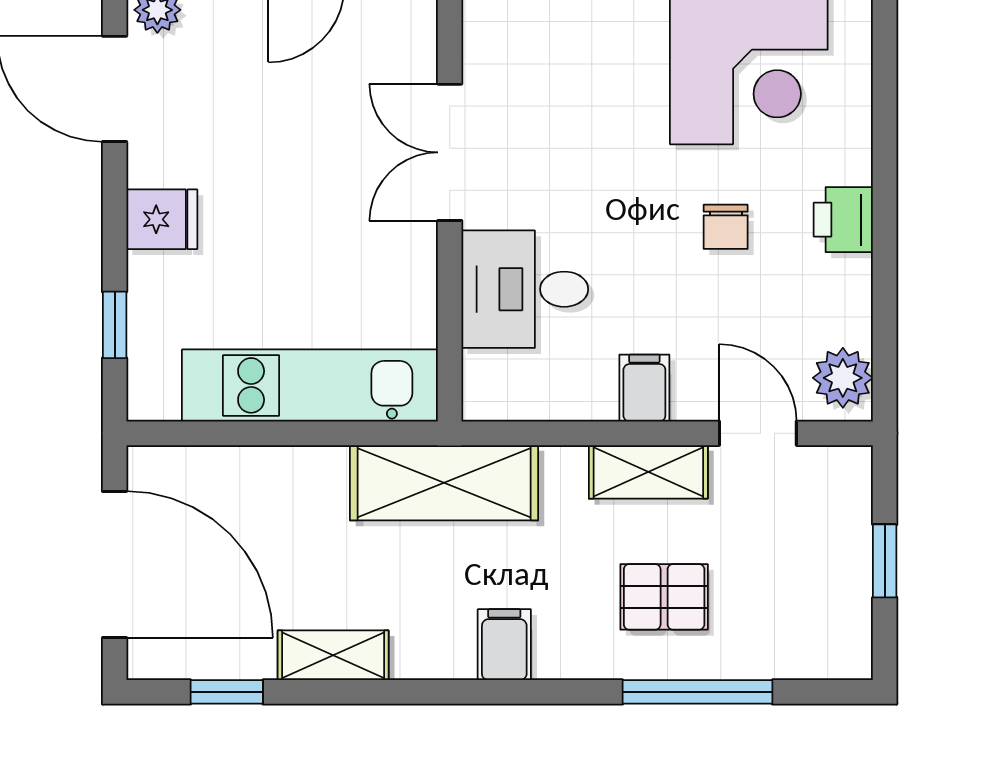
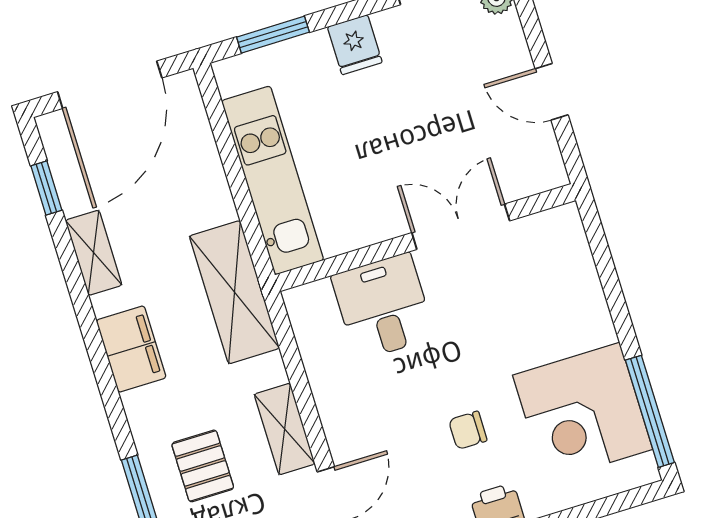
window: (115, 325) -> (273, 35), width x1.50
filing cabinet: (644, 388) -> (341, 409), removed
filing cabinet: (504, 645) -> (131, 349), width x2.00

